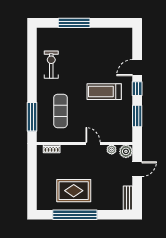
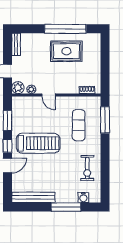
water cooler: (55, 33) -> (83, 198), added
bench: (109, 33) -> (33, 197), added
treadmill: (104, 92) -> (38, 143), width x1.37, depth x1.38

